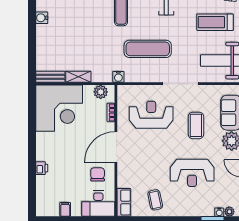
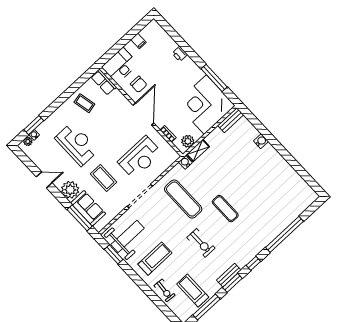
water cooler: (42, 18) -> (261, 141), moved
exercise mat: (148, 49) -> (183, 199), turned 90
shelving: (78, 77) -> (198, 151), moved
window: (32, 123) -> (214, 78), added
reception desk: (192, 173) -> (77, 144), turned 90

